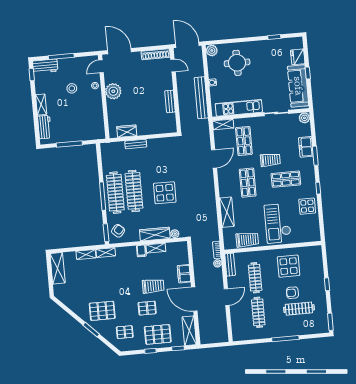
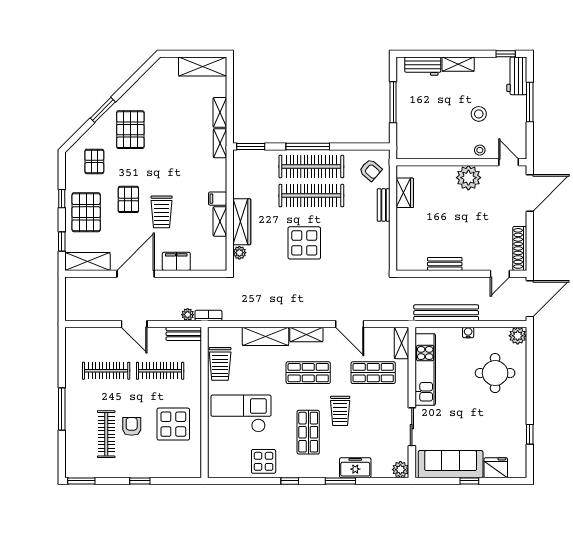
shelving: (223, 186) -> (306, 335), added
armchair: (118, 231) -> (371, 170), moved

